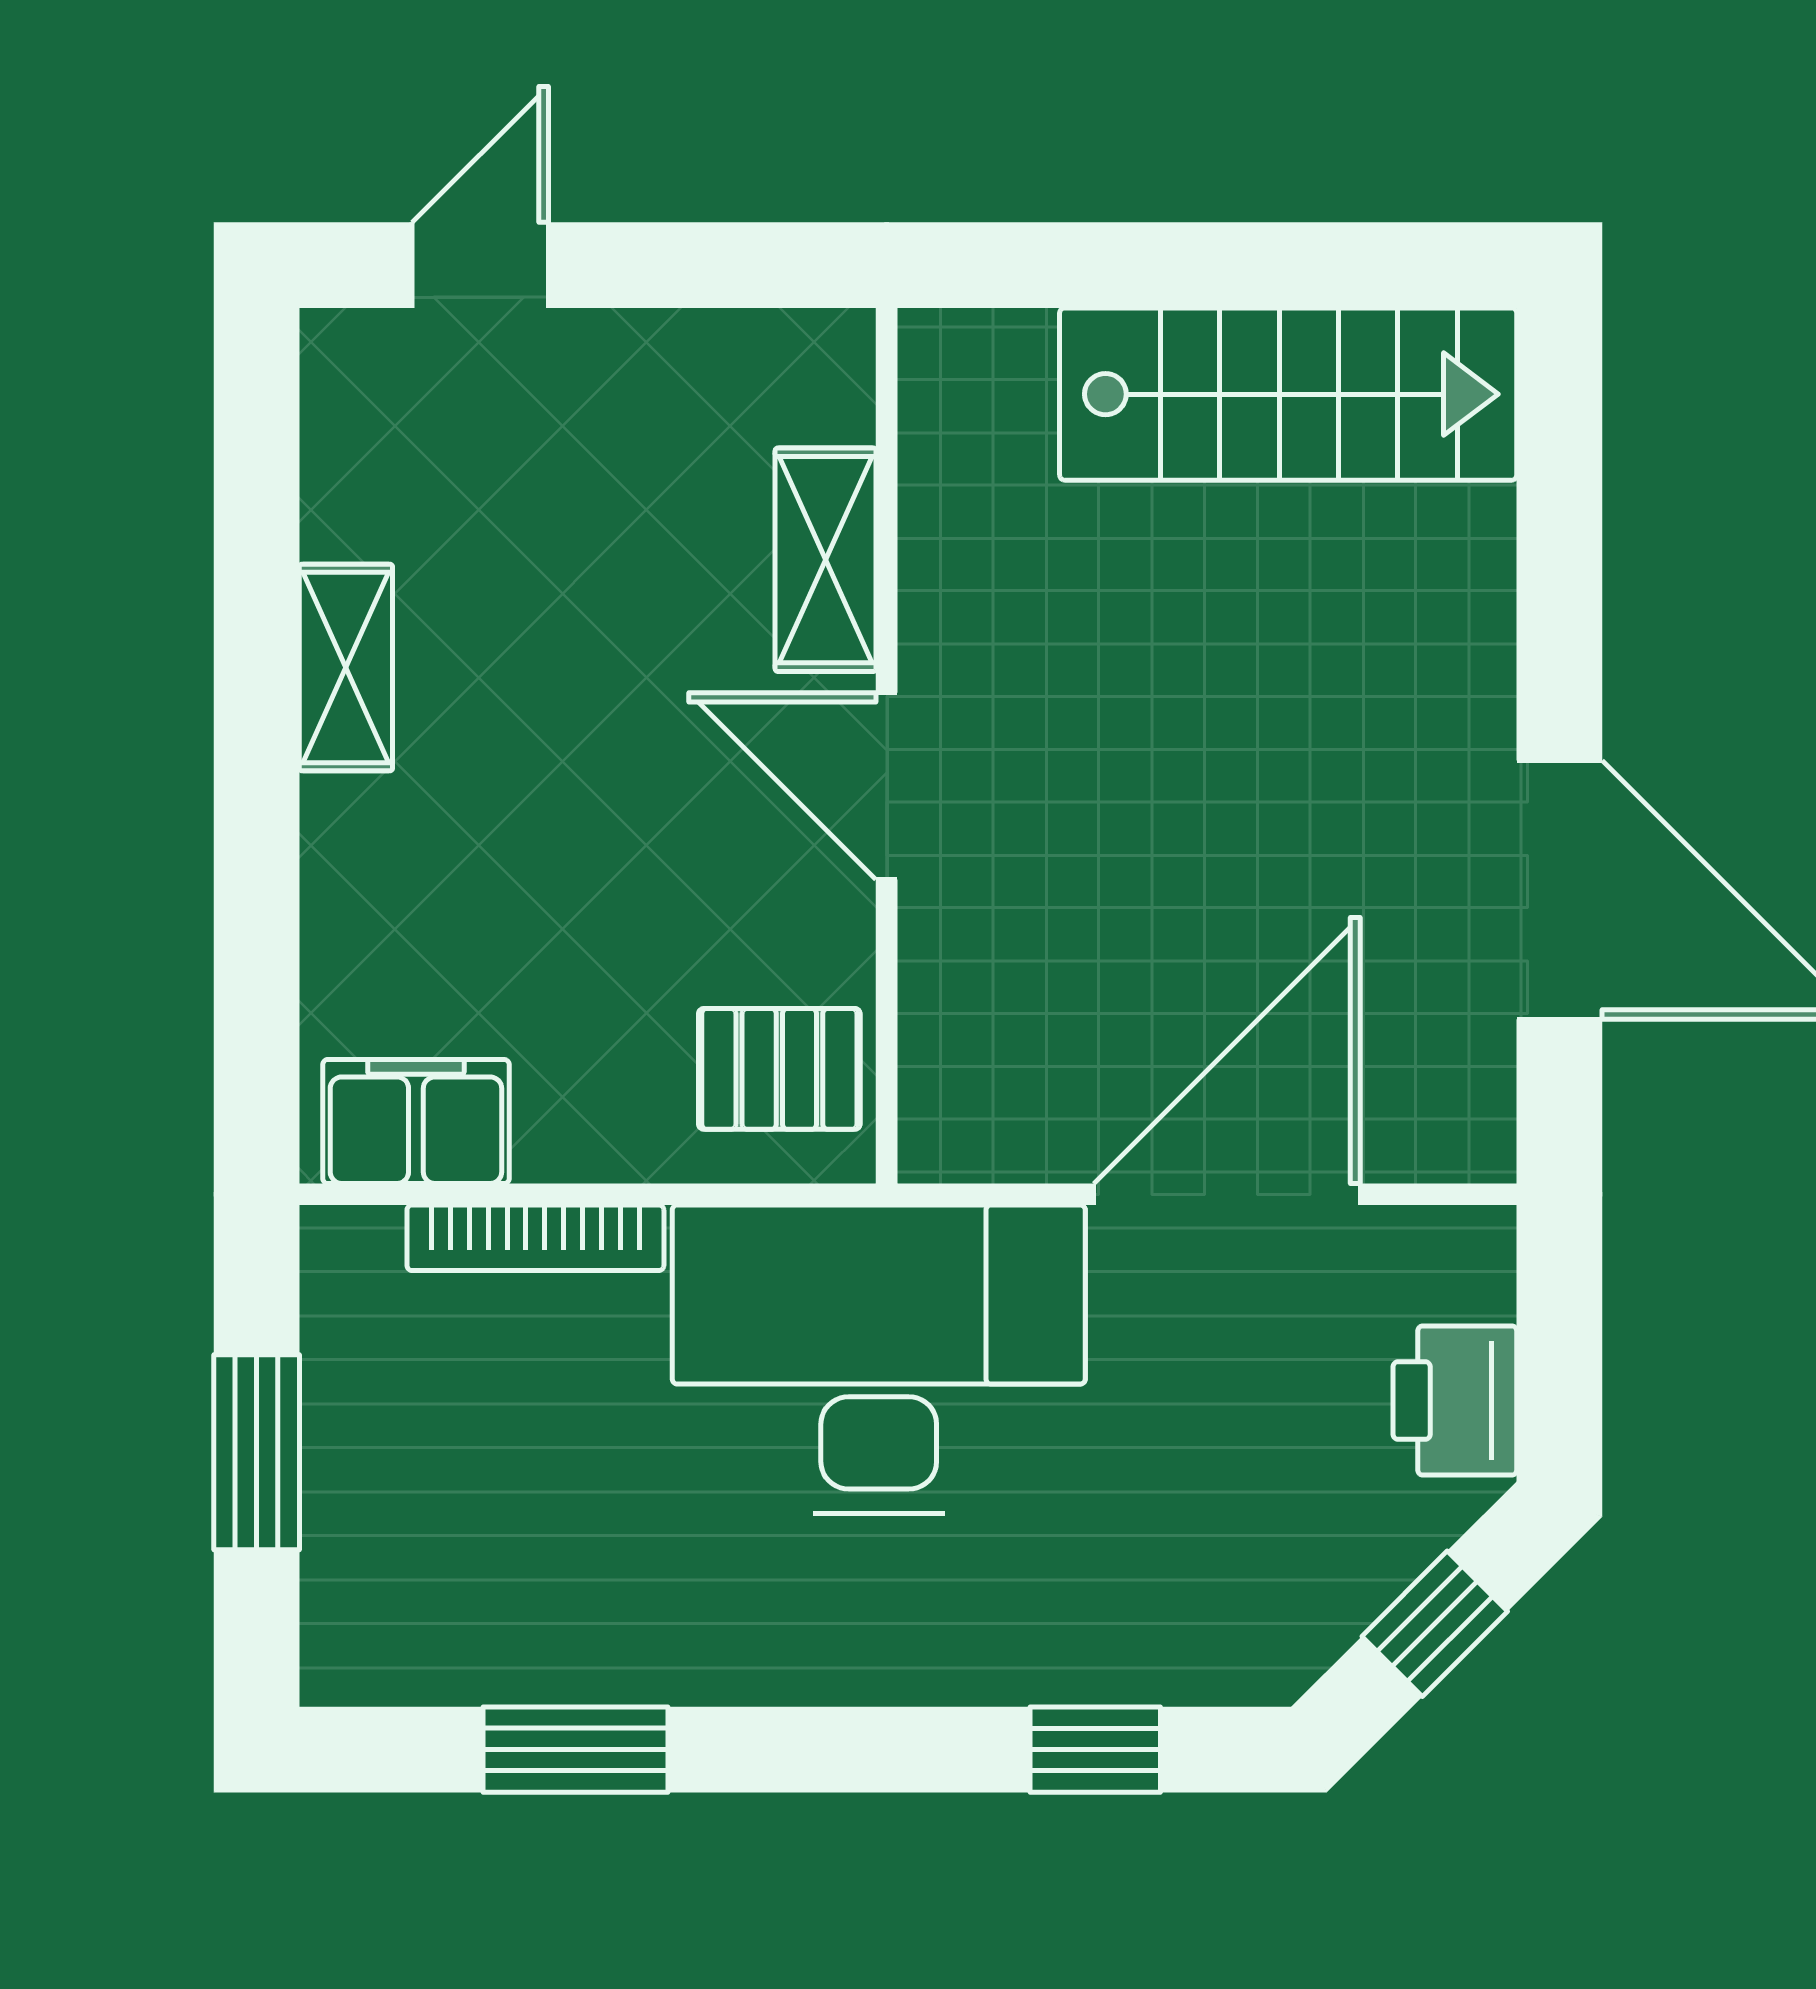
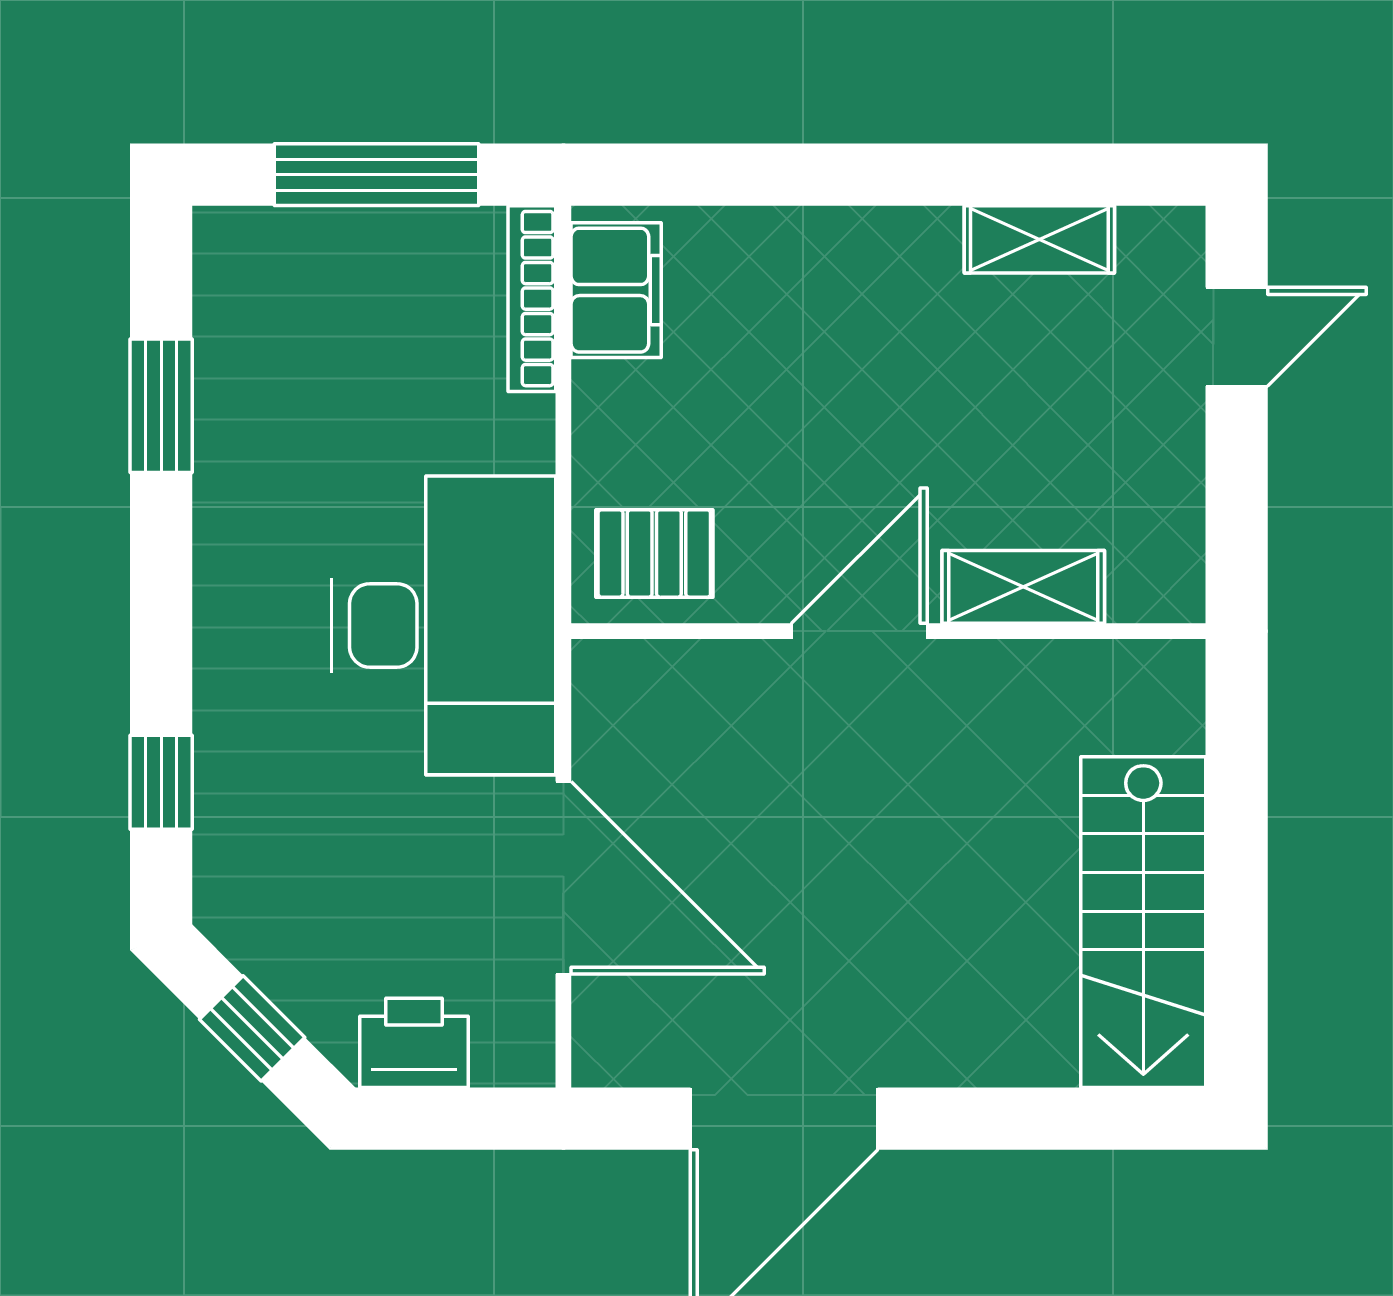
door: (480, 265) -> (1237, 337), hinge flipped
shelving: (346, 667) -> (1039, 239), moved
pallet: (779, 1069) -> (654, 553), turned 90
bookcase: (535, 1238) -> (532, 299), moved
window: (257, 1452) -> (376, 175), width x1.44

